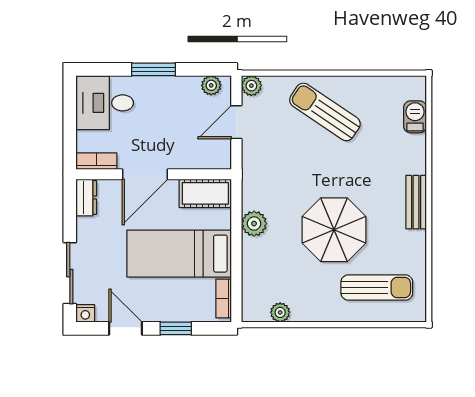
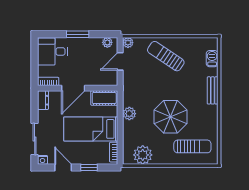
bench: (416, 202) -> (213, 90), moved
plant: (280, 312) -> (143, 155), width x1.87, depth x1.87

